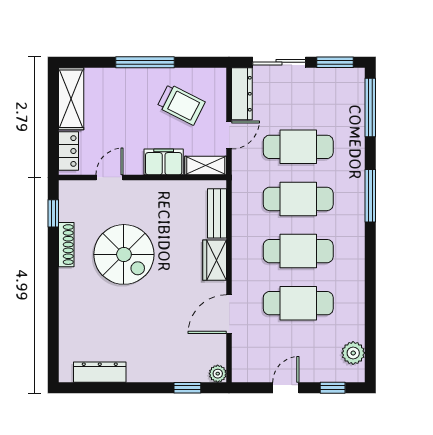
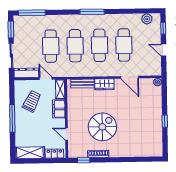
window: (370, 196) -> (92, 12), moved
dresser: (100, 372) -> (158, 137), removed
window: (187, 388) -> (165, 121), moved

